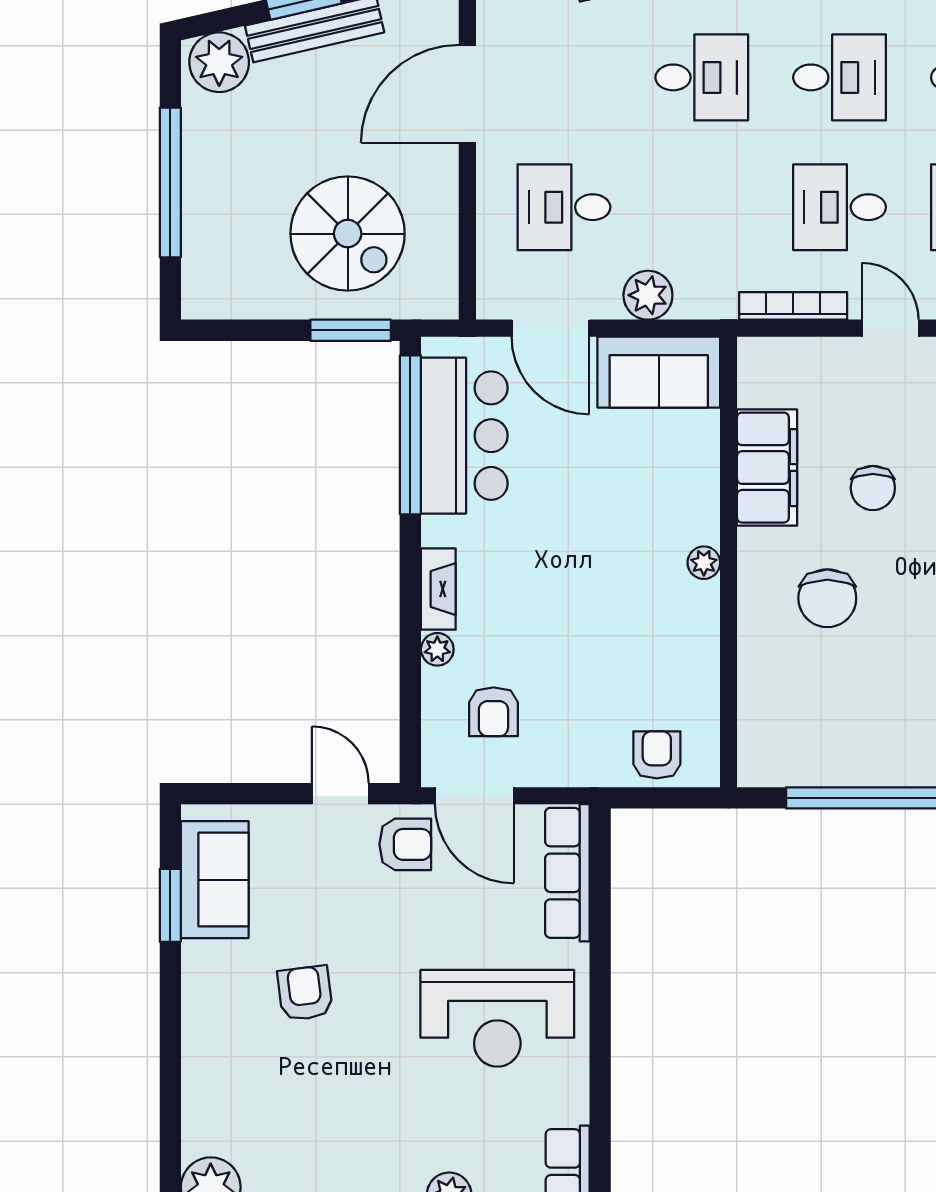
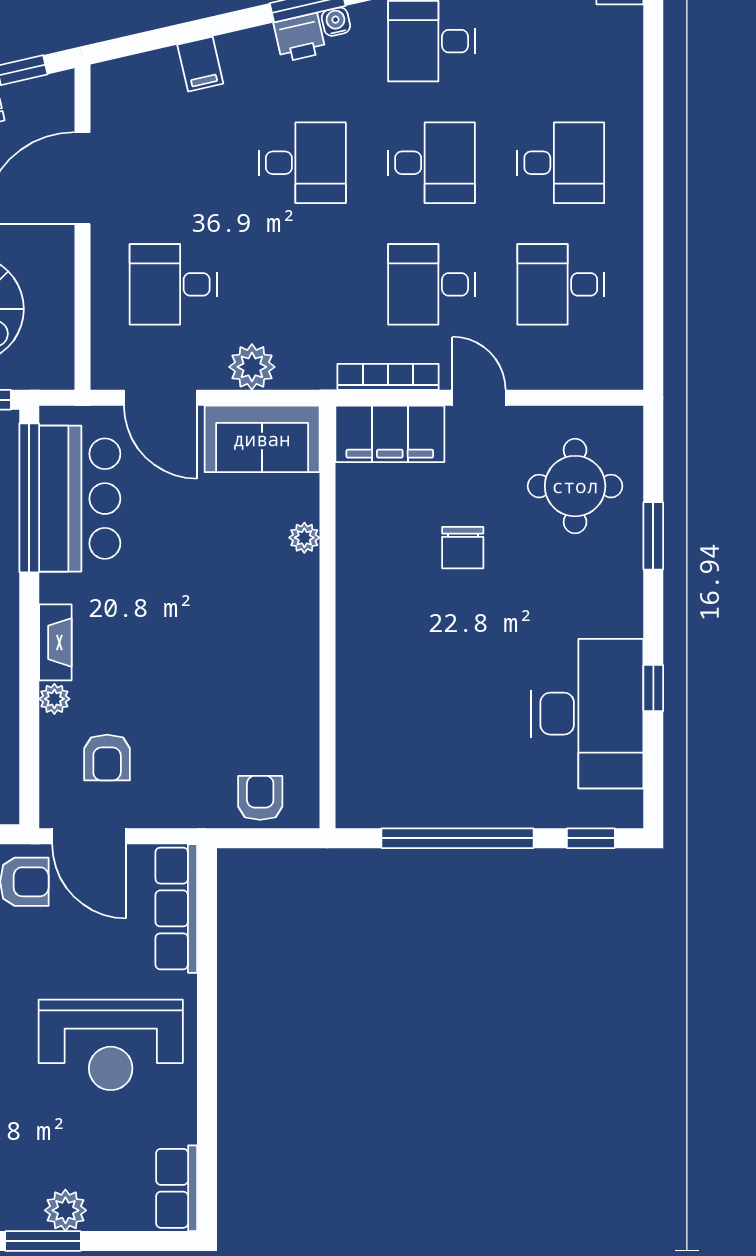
filing cabinet: (767, 468) -> (390, 434), moved, turned 90
plant: (704, 563) -> (304, 538), moved
chair: (827, 598) -> (420, 651), removed

